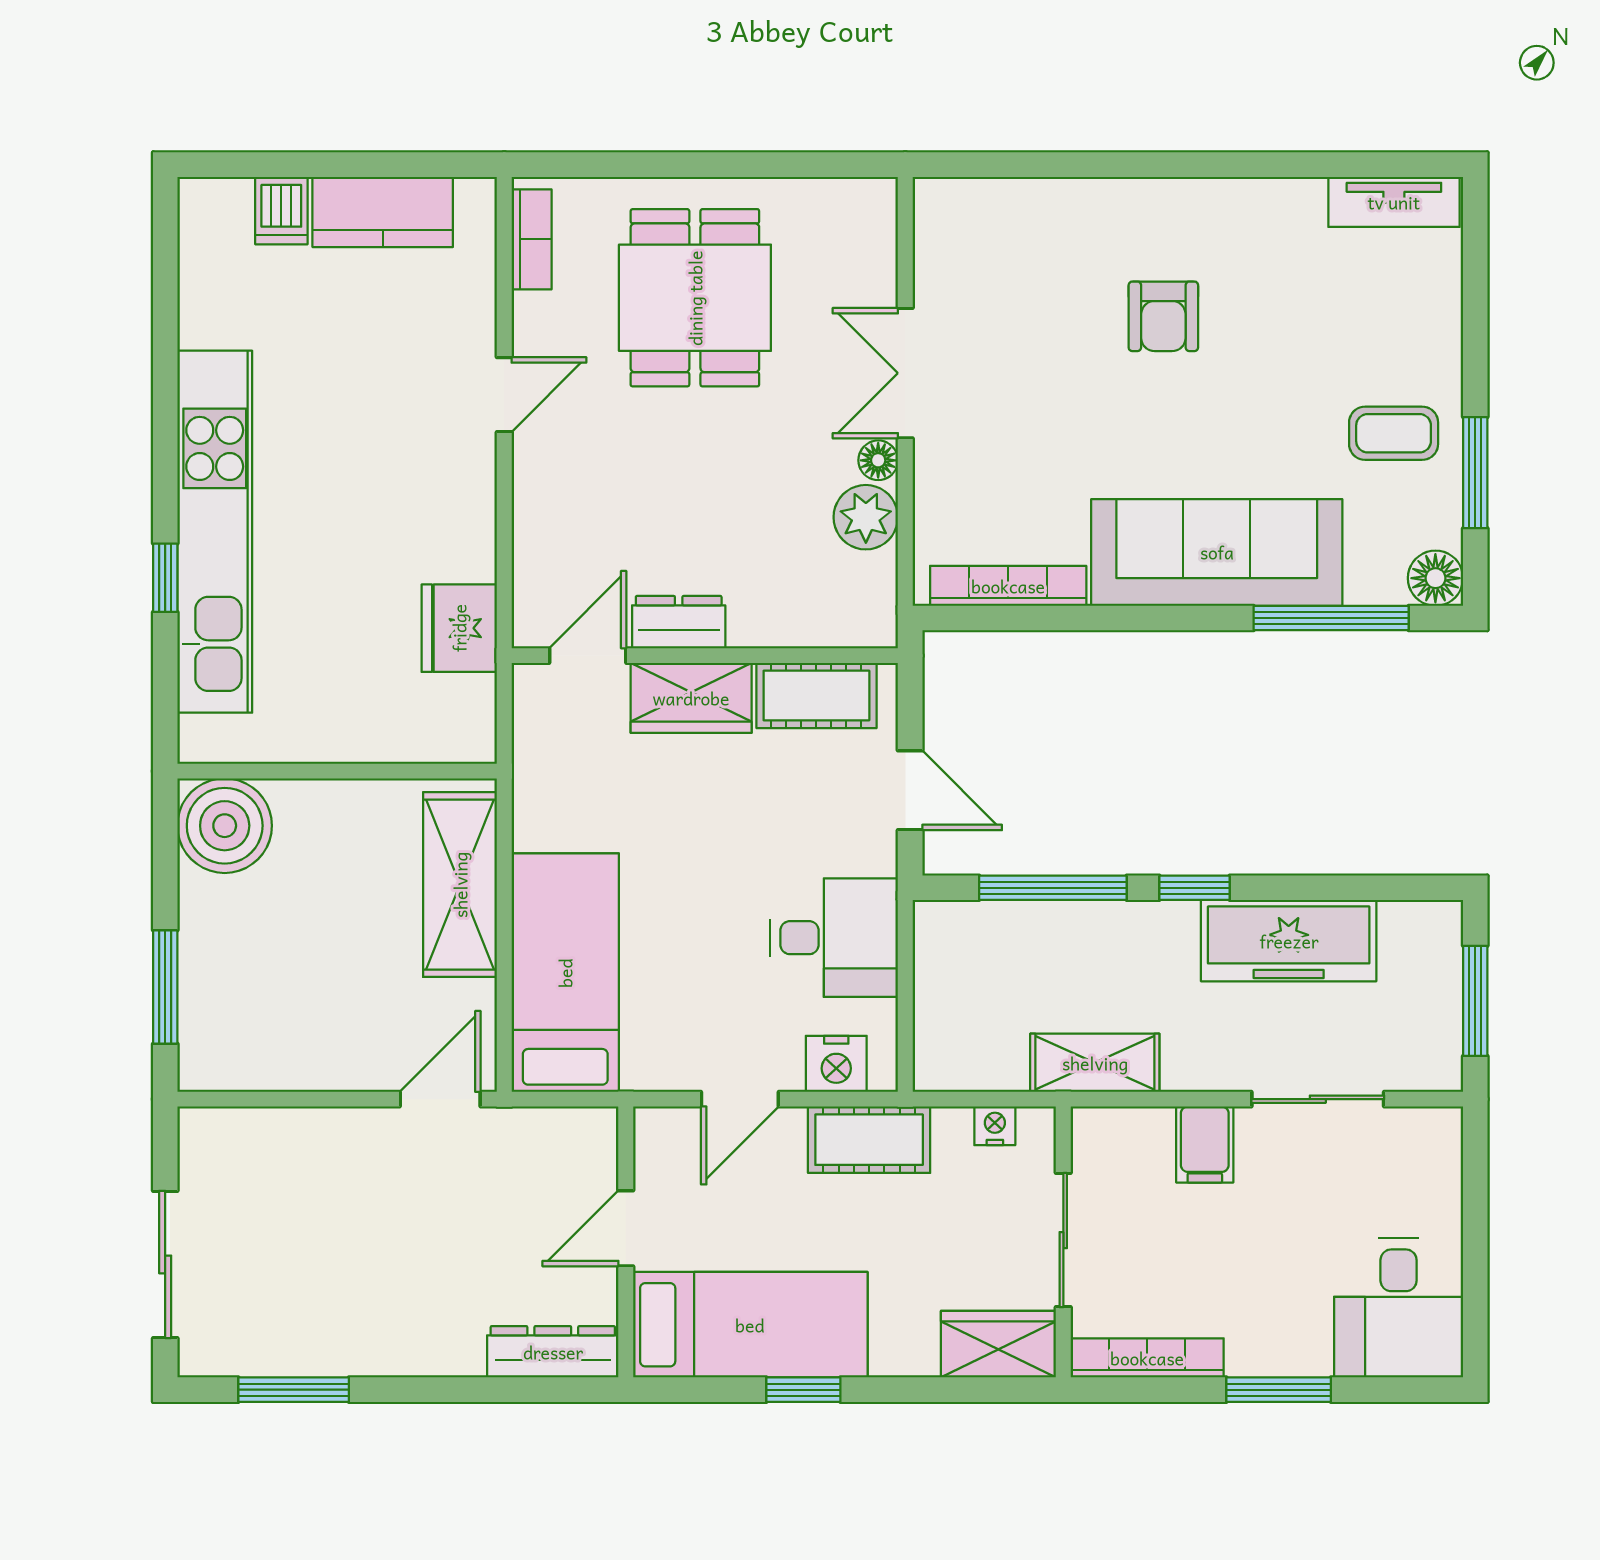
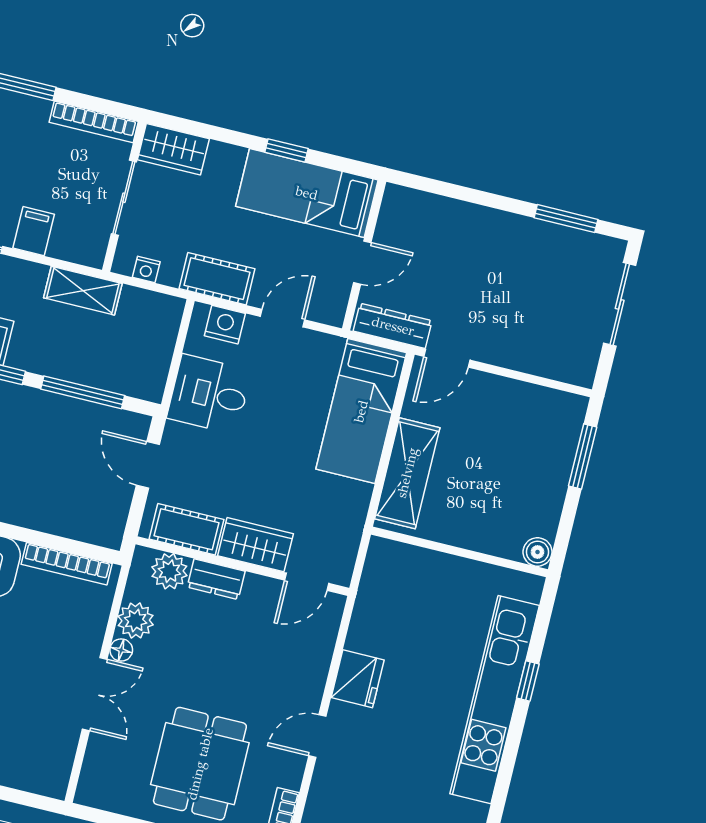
plant: (828, 616) -> (169, 571), added
dresser: (679, 622) -> (216, 579), moved
fridge: (459, 628) -> (358, 679), moved
boiler: (225, 826) -> (538, 552), width x0.54, depth x0.54
dresser: (553, 1352) -> (393, 326), moved, turned 180

